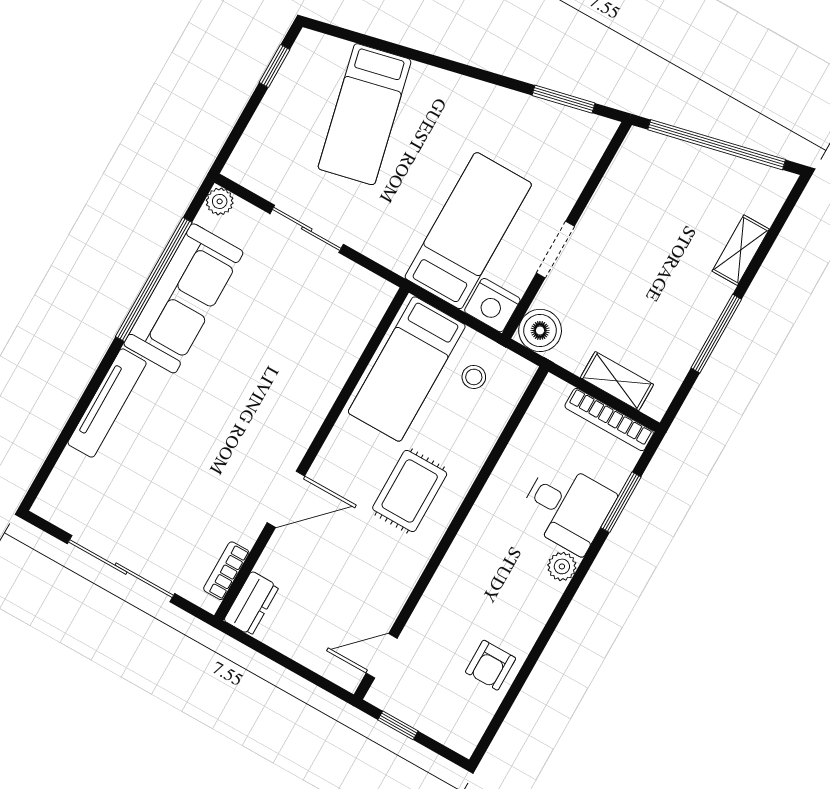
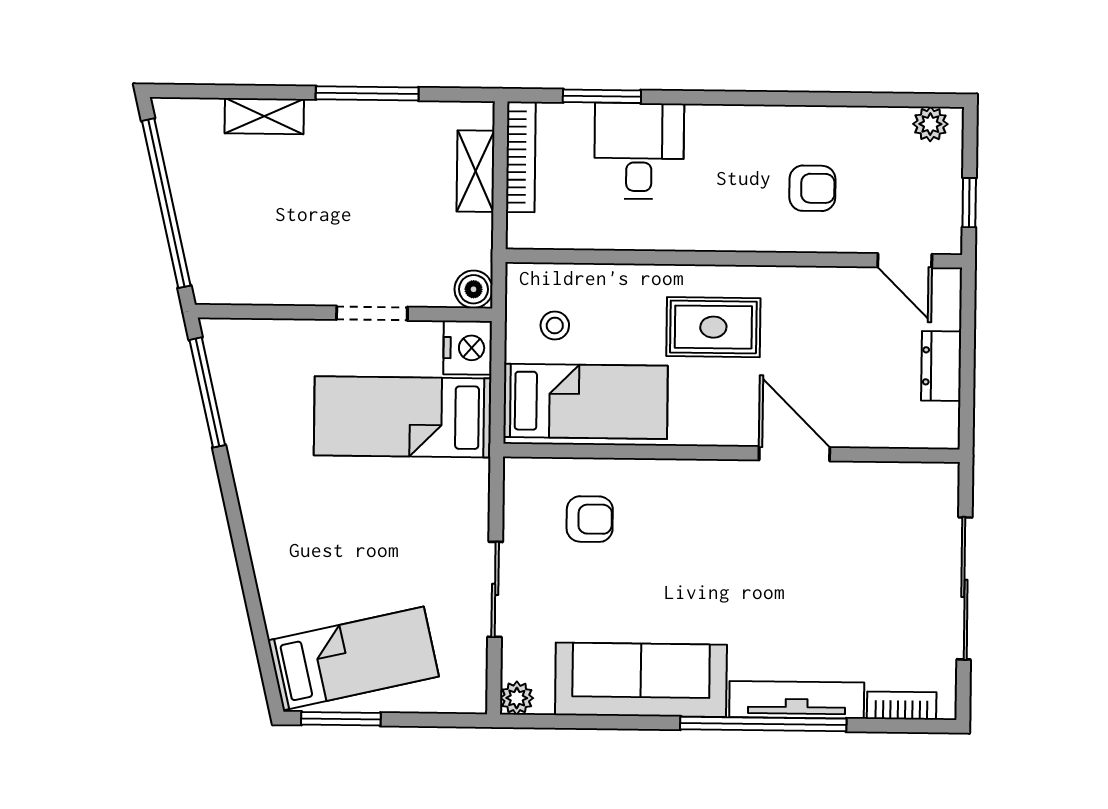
window: (274, 66) -> (341, 719), width x1.50
window: (564, 99) -> (207, 392), width x1.44
bed: (365, 114) -> (353, 658), moved
window: (154, 279) -> (763, 724), moved
armchair: (320, 325) -> (590, 519), added
boiler: (540, 330) -> (474, 289), width x0.73, depth x0.73
plant: (562, 566) -> (930, 124), moved
bookcase: (226, 571) -> (902, 706), moved, turned 180
dresser: (251, 603) -> (941, 366), moved, turned -90
armchair: (491, 665) -> (812, 188), moved

